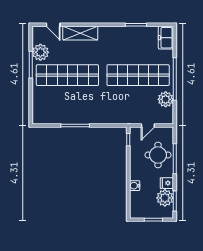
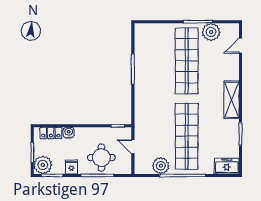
shelving: (80, 33) -> (232, 100), moved
plant: (165, 198) -> (43, 165), moved
locker: (135, 202) -> (51, 133), added

